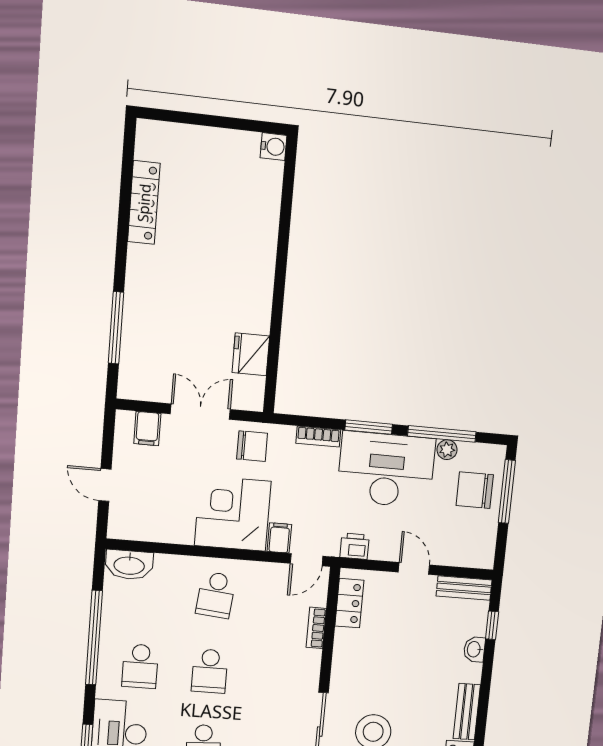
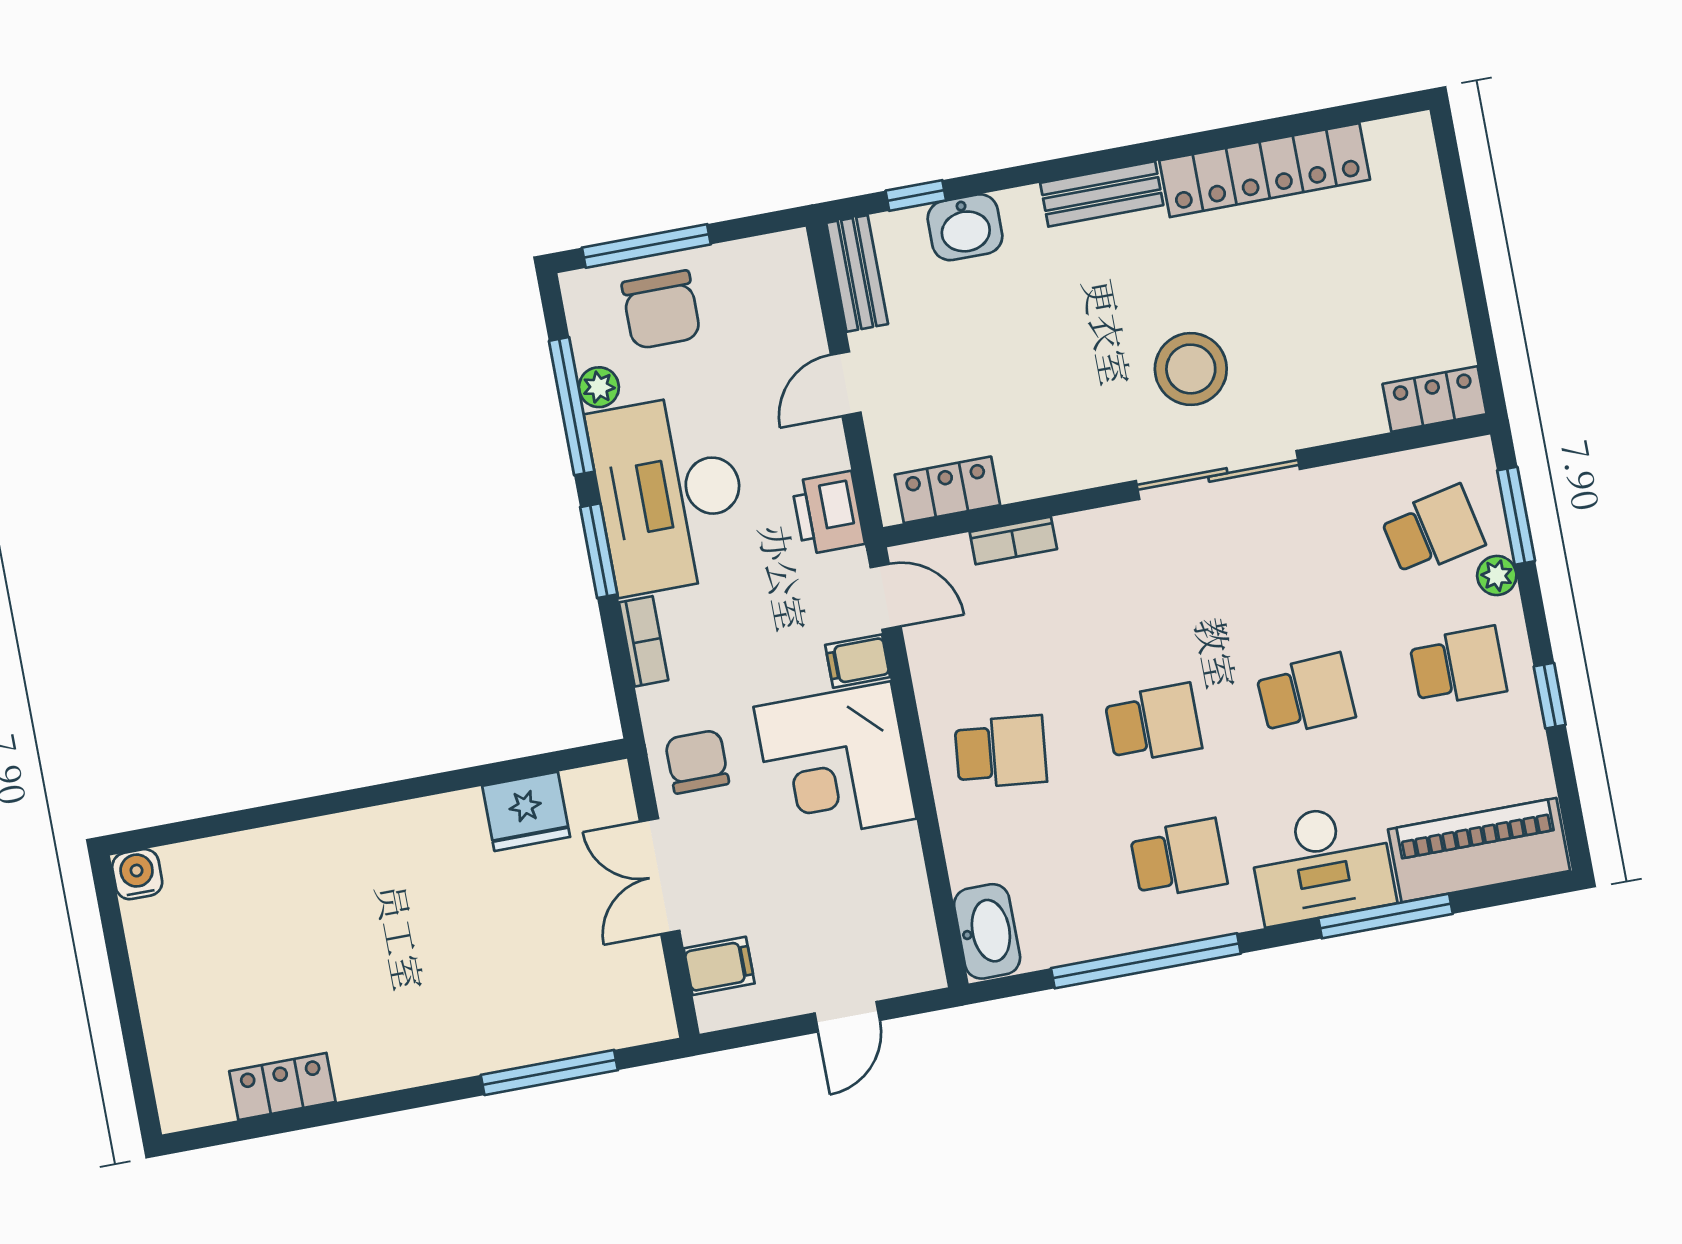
locker: (144, 203) -> (282, 1086), width x0.66
printer: (355, 546) -> (828, 513), width x1.36, depth x1.24
washbasin: (474, 649) -> (965, 227), width x1.38, depth x1.45

